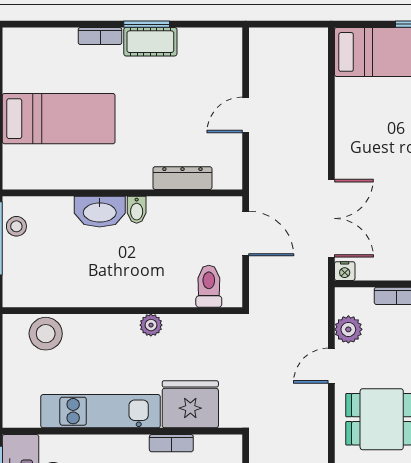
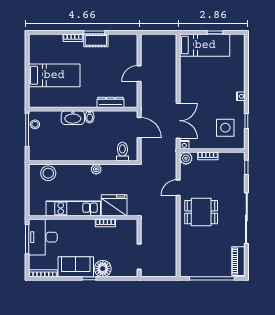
plant: (348, 329) -> (186, 158), moved

